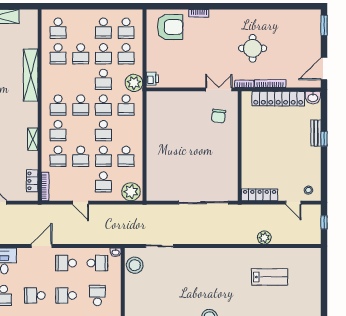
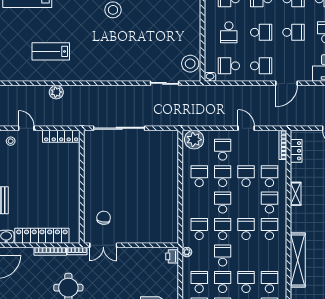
plant: (134, 83) -> (187, 252), width x0.53, depth x0.53

